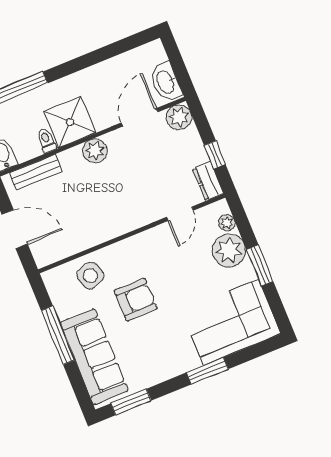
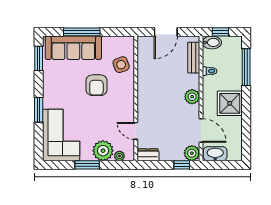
shower: (70, 122) -> (230, 103), moved
window: (215, 155) -> (182, 165), moved
window: (58, 335) -> (82, 32), moved

